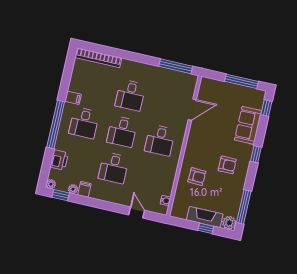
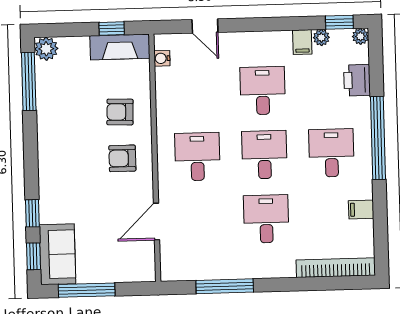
window: (176, 66) -> (225, 286), moved
filing cabinet: (73, 98) -> (361, 209), moved
sofa: (248, 125) -> (57, 254), moved
window: (256, 154) -> (32, 213), moved
armchair: (227, 165) -> (122, 158), moved
fireplace: (205, 217) -> (120, 47), moved
window: (206, 228) -> (112, 29), moved

